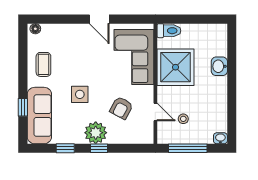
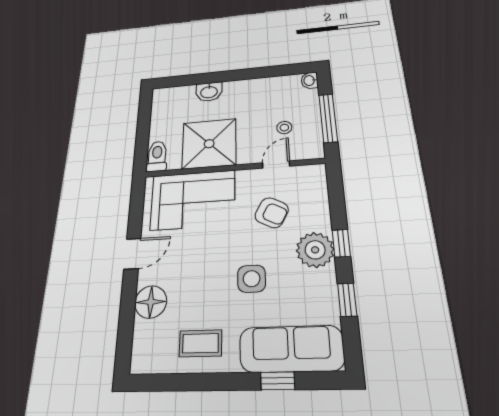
floor lamp: (35, 29) -> (151, 302), moved, width x1.89, depth x1.89

